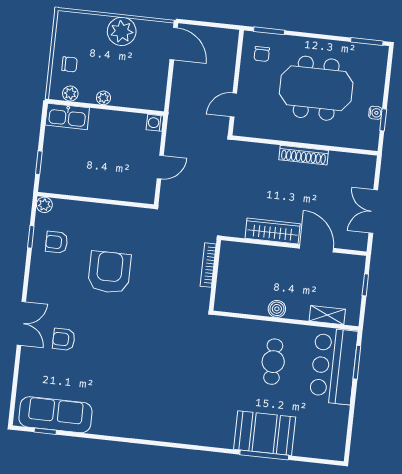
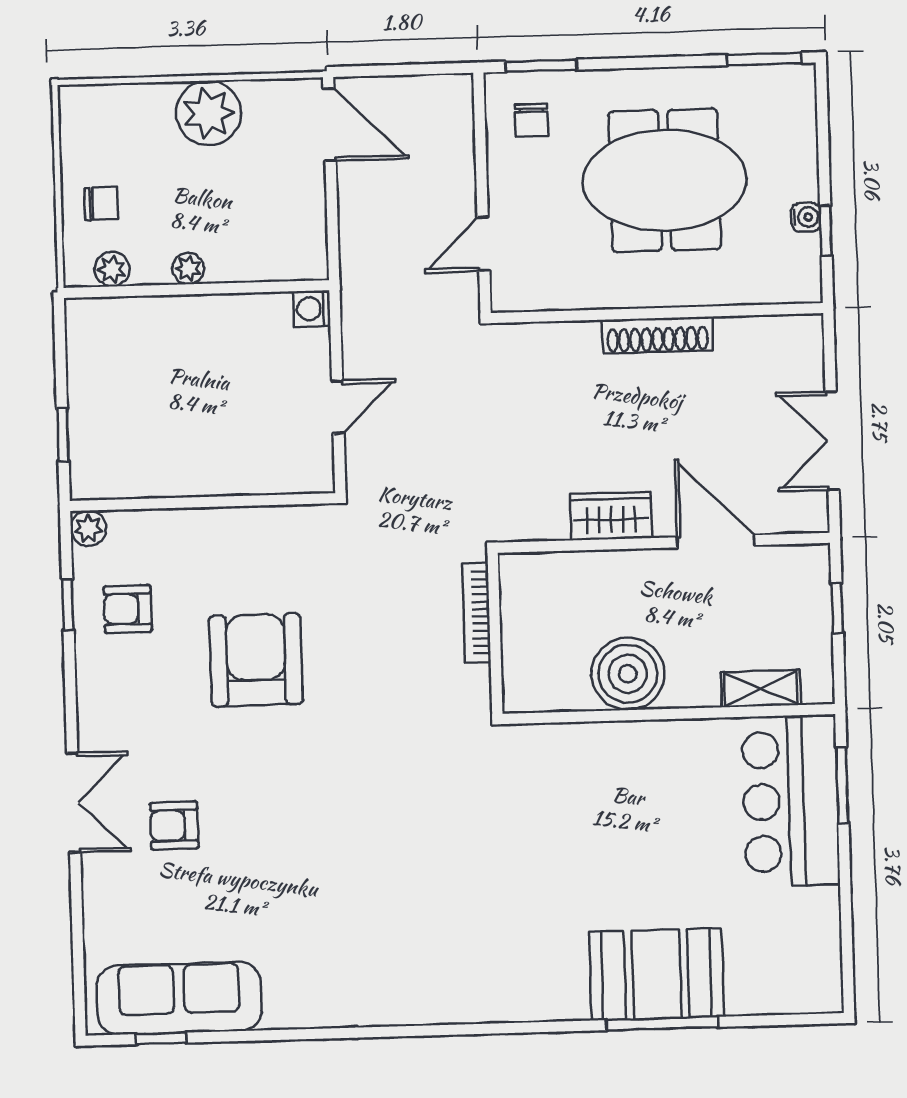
kitchen sink: (67, 116) -> (112, 322), removed
wardrobe: (273, 231) -> (611, 516), width x0.67
boiler: (277, 309) -> (628, 674), width x1.86, depth x1.86
cafe table: (273, 362) -> (653, 810), removed

